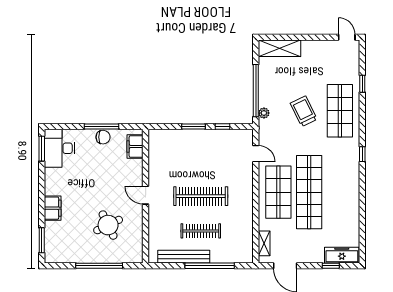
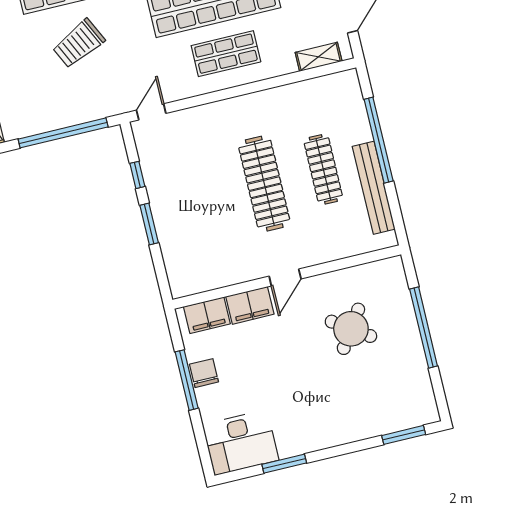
plant: (264, 113) -> (98, 110), removed
window: (42, 149) -> (284, 464), moved
door: (256, 154) -> (151, 112), moved
shop shelf: (278, 192) -> (226, 54), width x0.70, depth x0.74
filing cabinet: (53, 208) -> (250, 305), moved, turned 180
round table: (108, 225) -> (351, 329), turned -30

